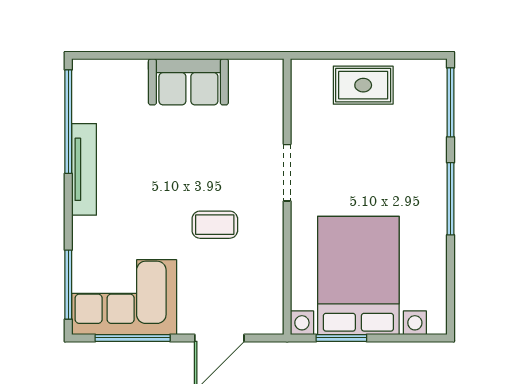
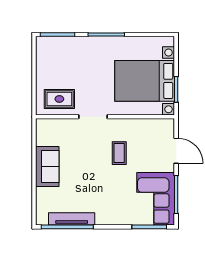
rug: (363, 85) -> (59, 99), moved, turned 90
tv unit: (84, 169) -> (72, 219), moved

